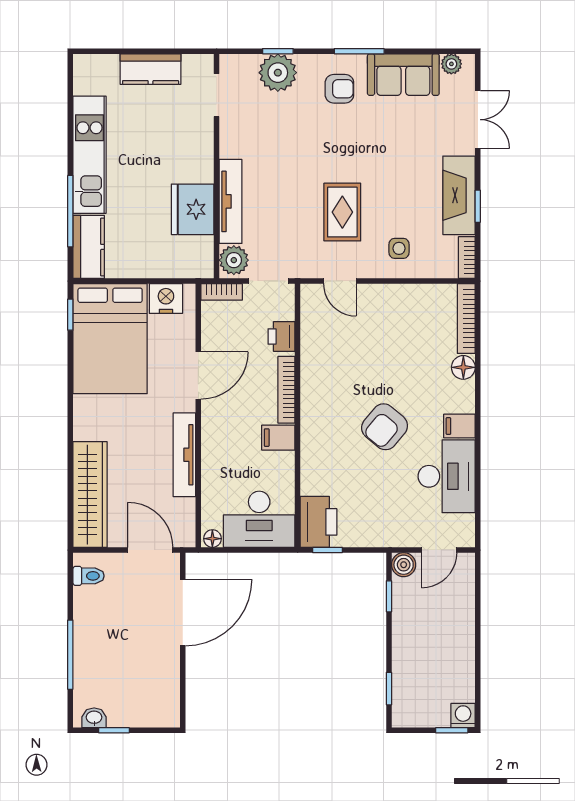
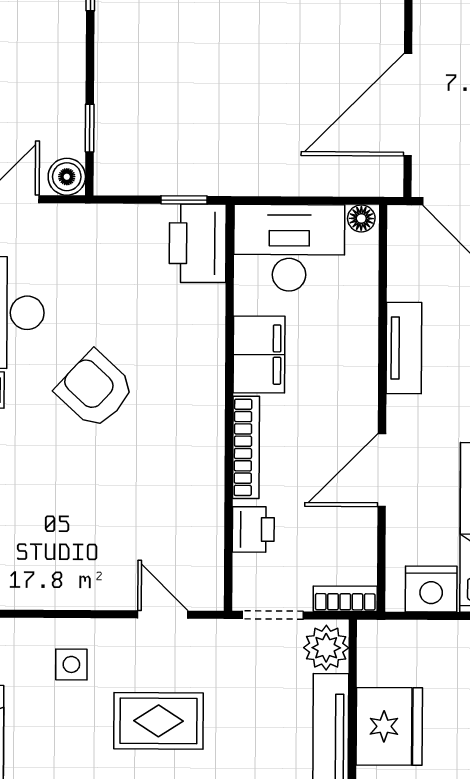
rug: (342, 212) -> (158, 721), turned 90
armchair: (385, 427) -> (95, 390), turned -87
filing cabinet: (278, 438) -> (259, 354), width x2.00
tv unit: (184, 455) -> (404, 348), width x0.71

